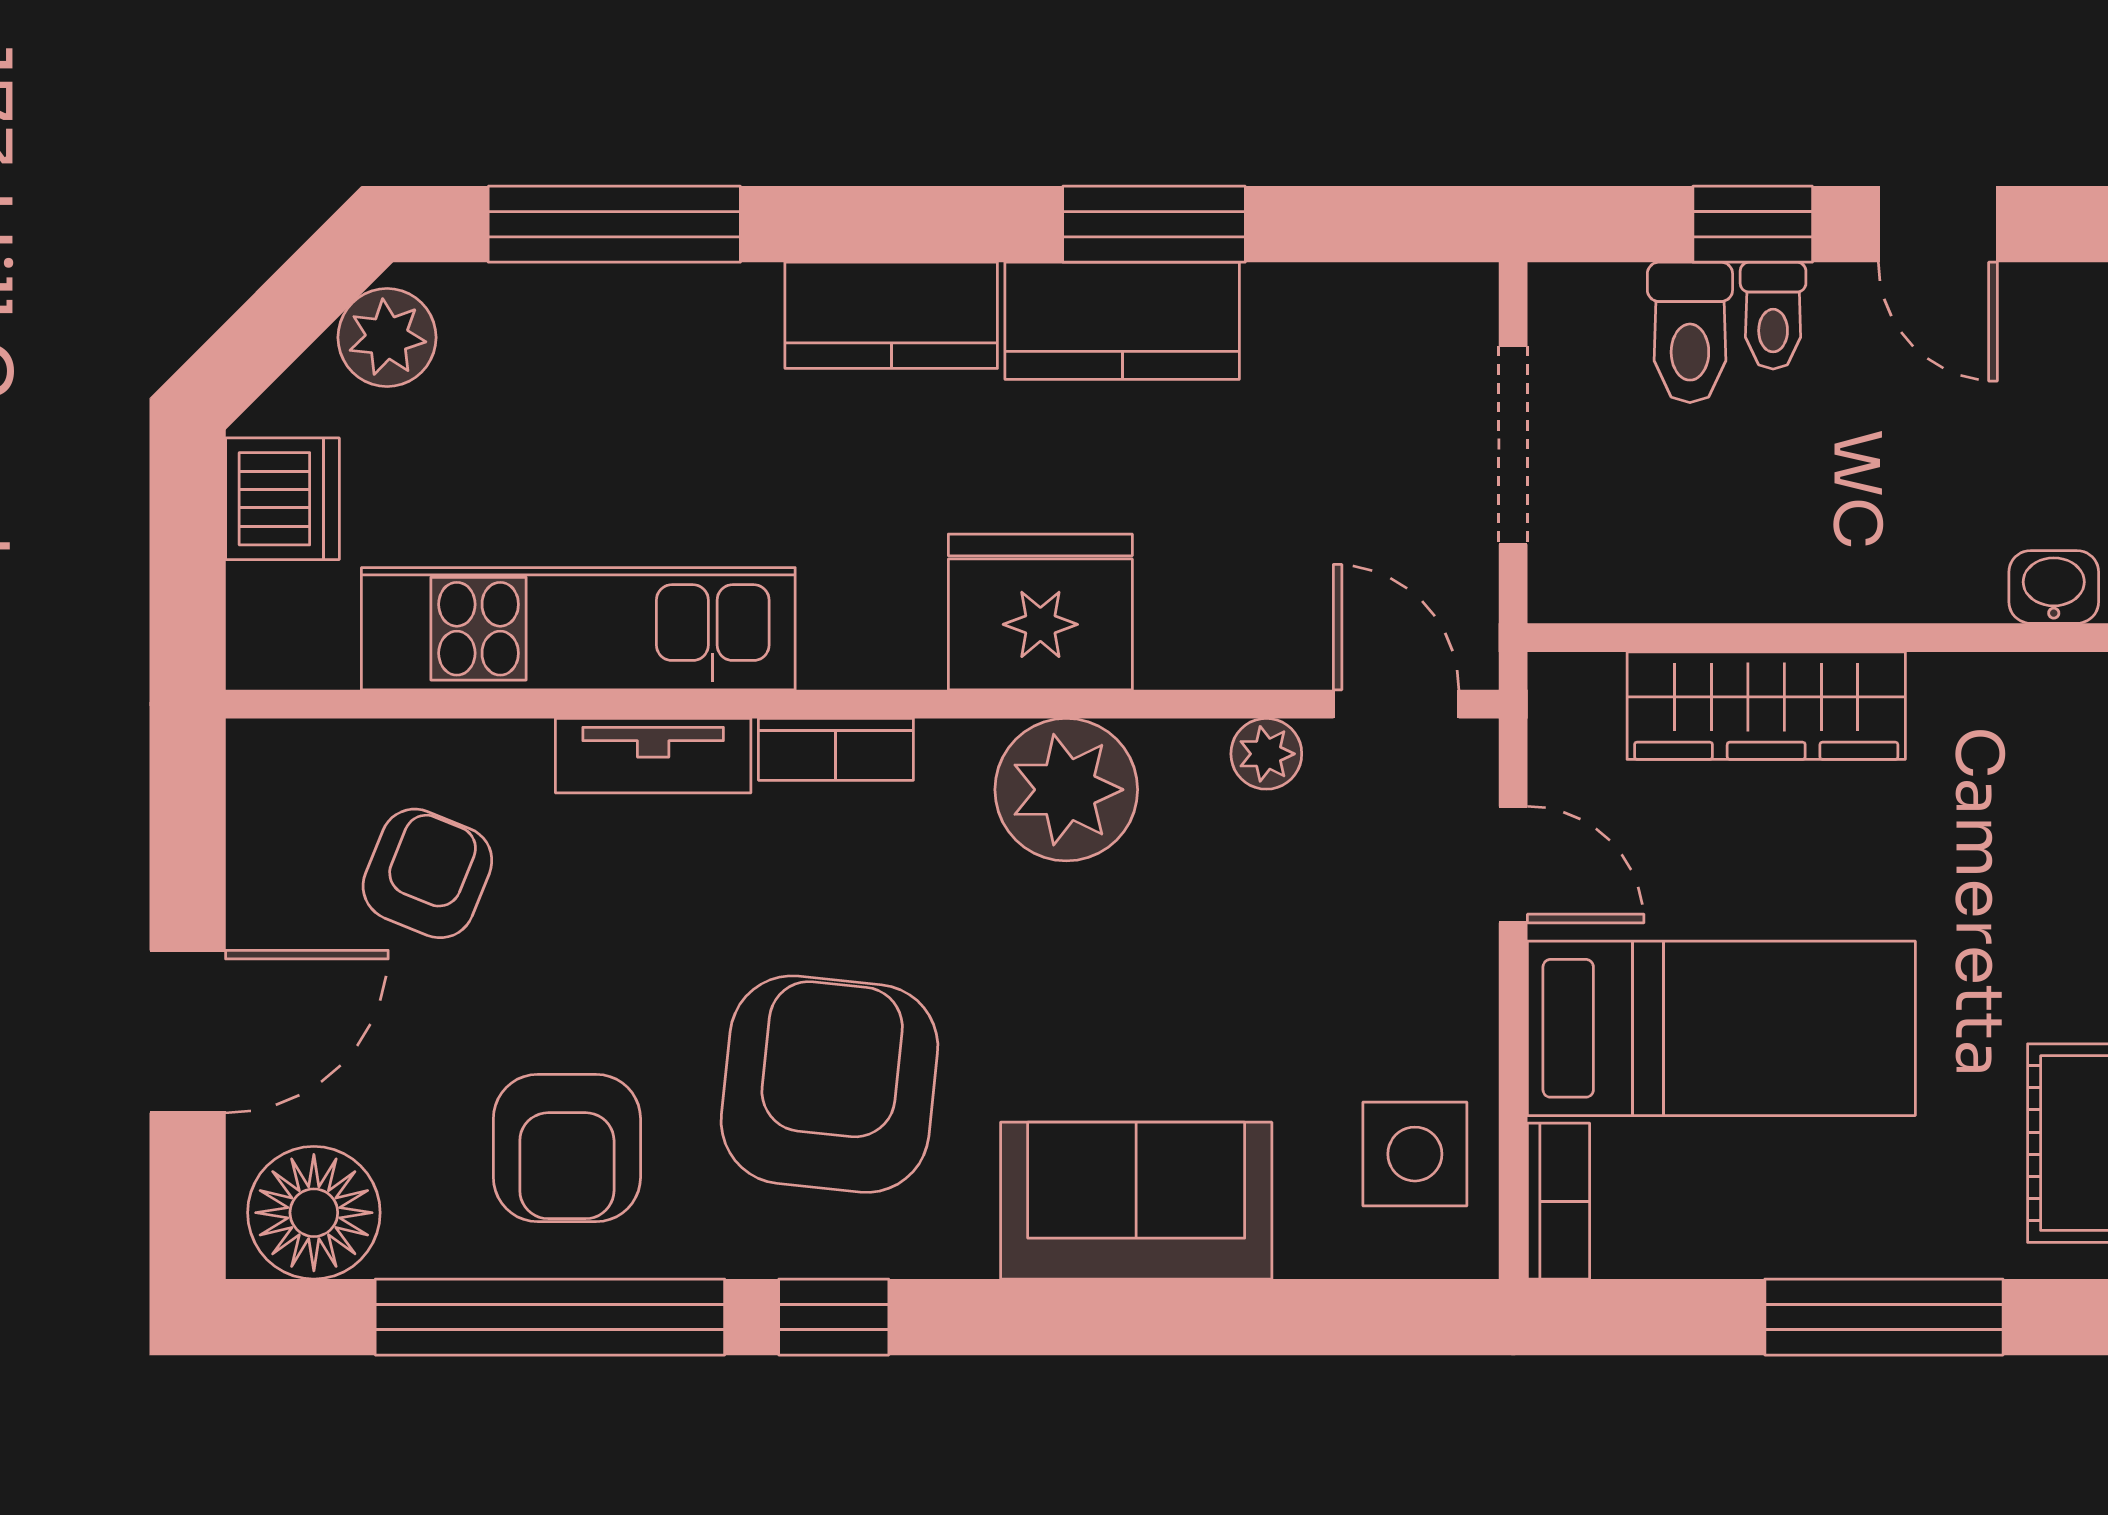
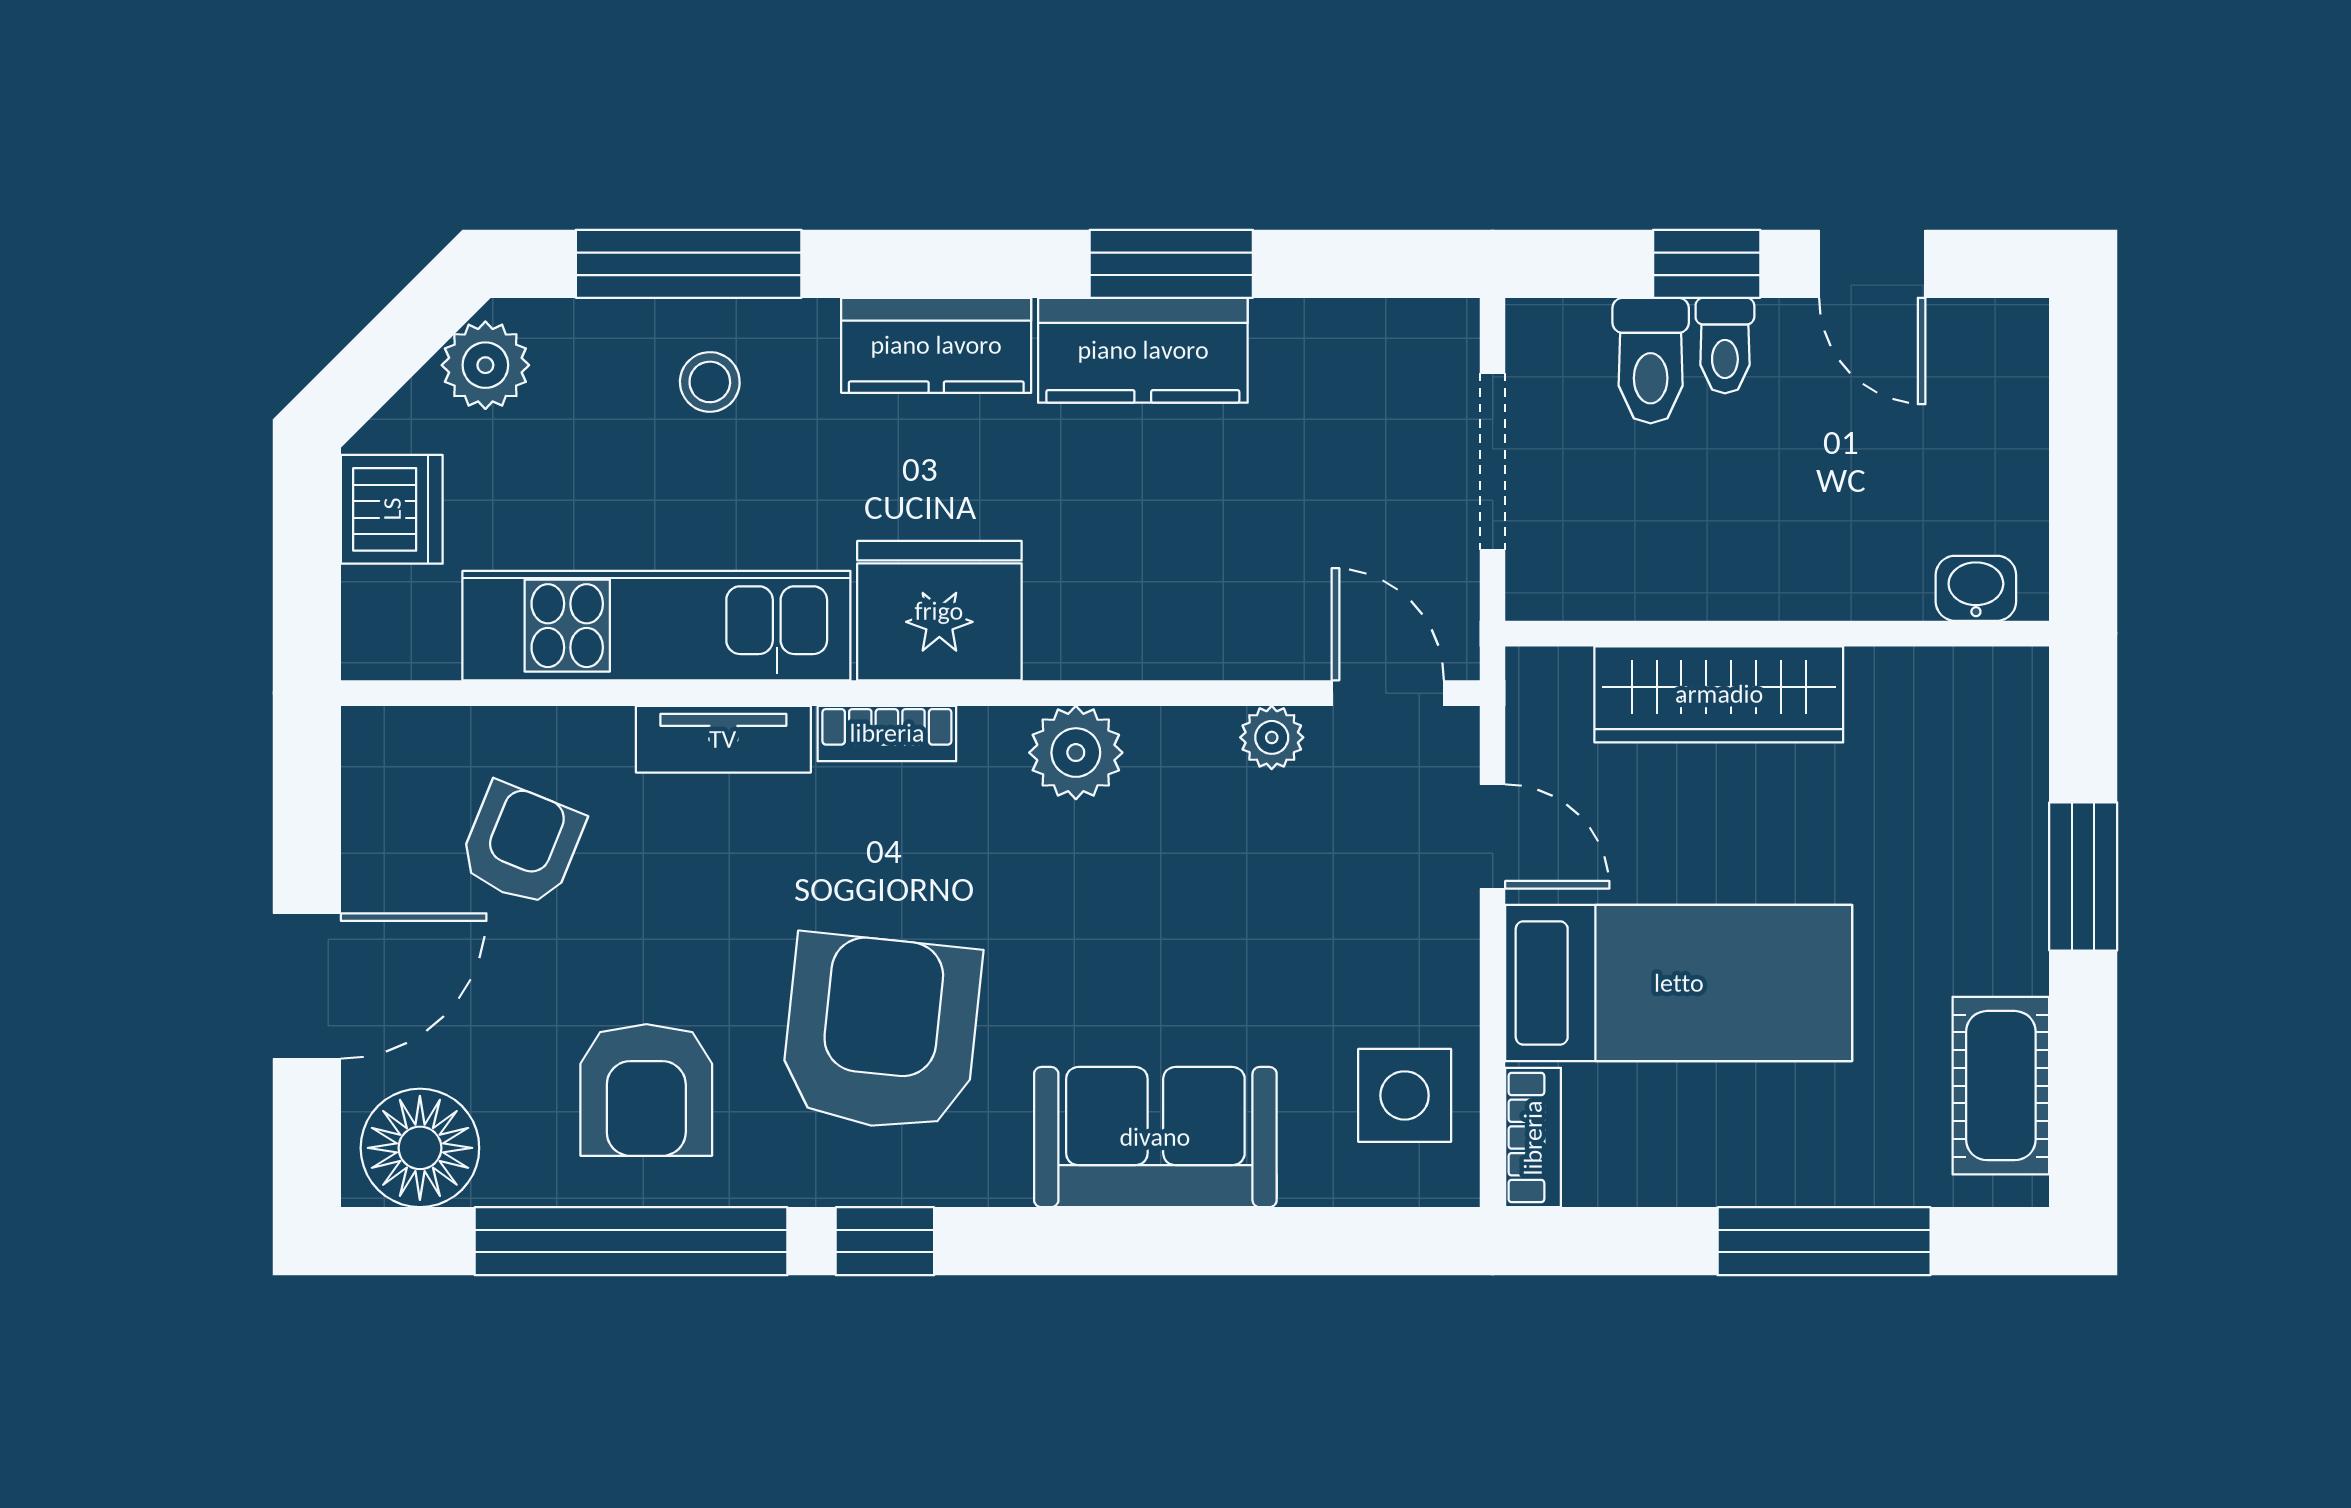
stool: (638, 356) -> (710, 382), added
fridge: (1040, 612) -> (939, 611), moved
plant: (1066, 790) -> (1076, 753), width x0.73, depth x0.73

